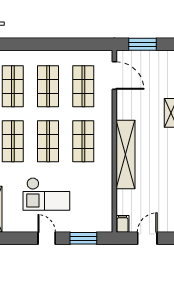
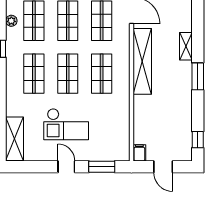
shelving: (126, 154) -> (142, 61), moved
door: (147, 238) -> (163, 167), swing flipped

